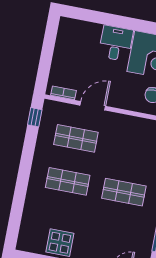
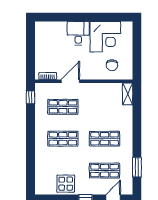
shop shelf: (116, 235) -> (105, 171), added

